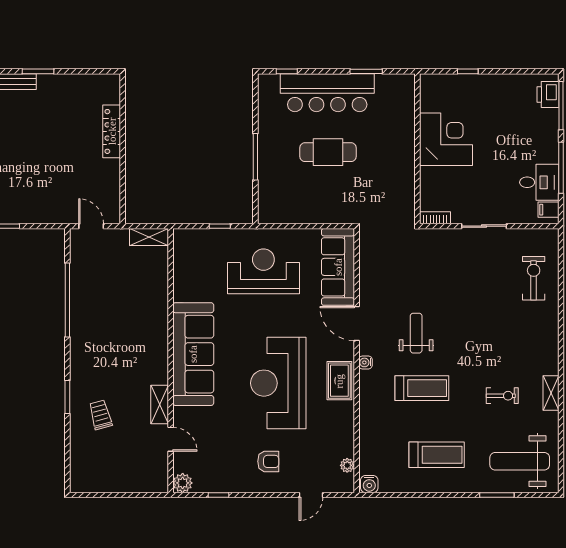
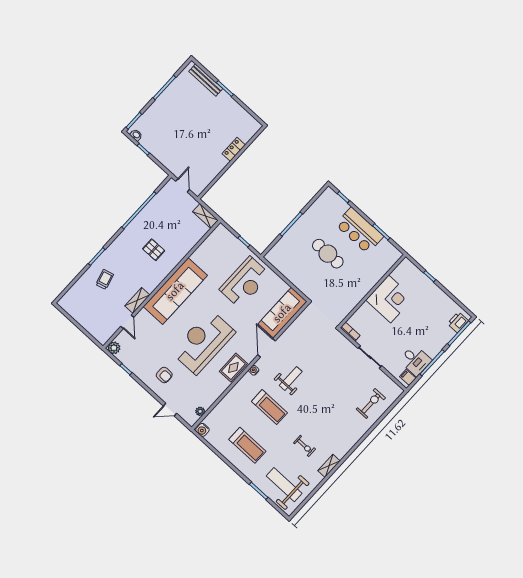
bar counter: (327, 93) -> (359, 230), width x0.73
locker: (112, 131) -> (234, 149), width x0.66
reception desk: (263, 271) -> (245, 282), turned 90
pallet: (125, 330) -> (154, 250), added

